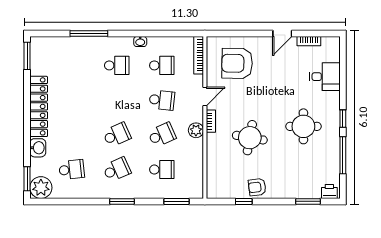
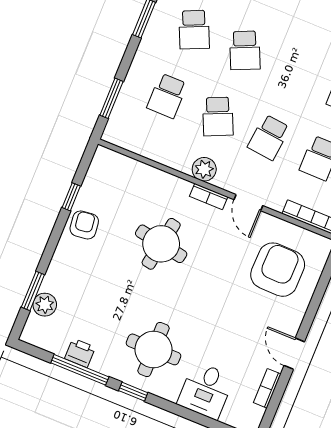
round table: (303, 126) -> (154, 349), moved
plant: (313, 191) -> (45, 305), added
printer: (329, 191) -> (80, 353), moved, turned -90

